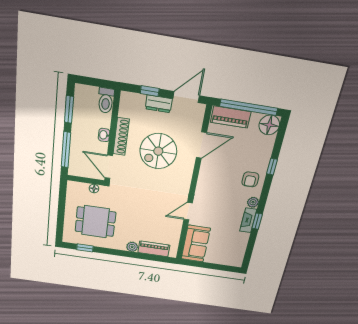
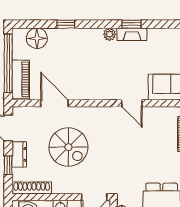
floor lamp: (269, 125) -> (37, 38), moved
shoe rack: (121, 137) -> (32, 188), moved
armchair: (250, 179) -> (84, 43), removed

